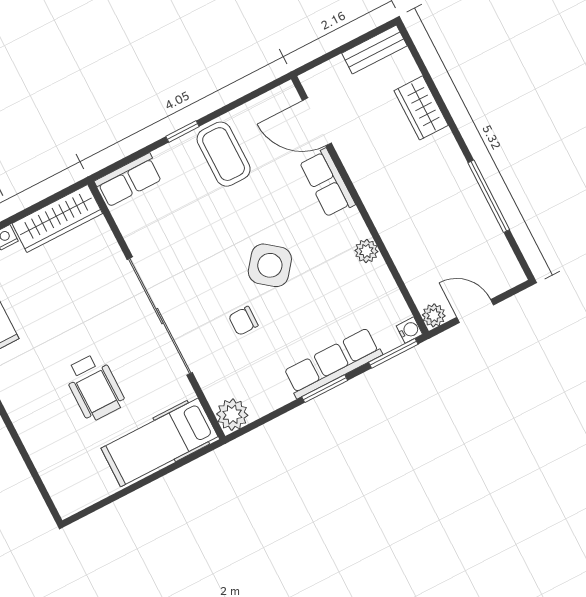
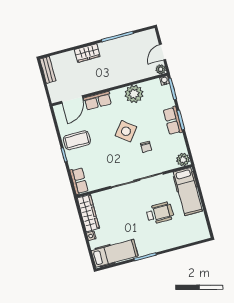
wardrobe: (421, 108) -> (87, 53), moved
plant: (366, 251) -> (134, 94), width x1.87, depth x1.87
row of seats: (333, 363) -> (173, 121), width x0.68

